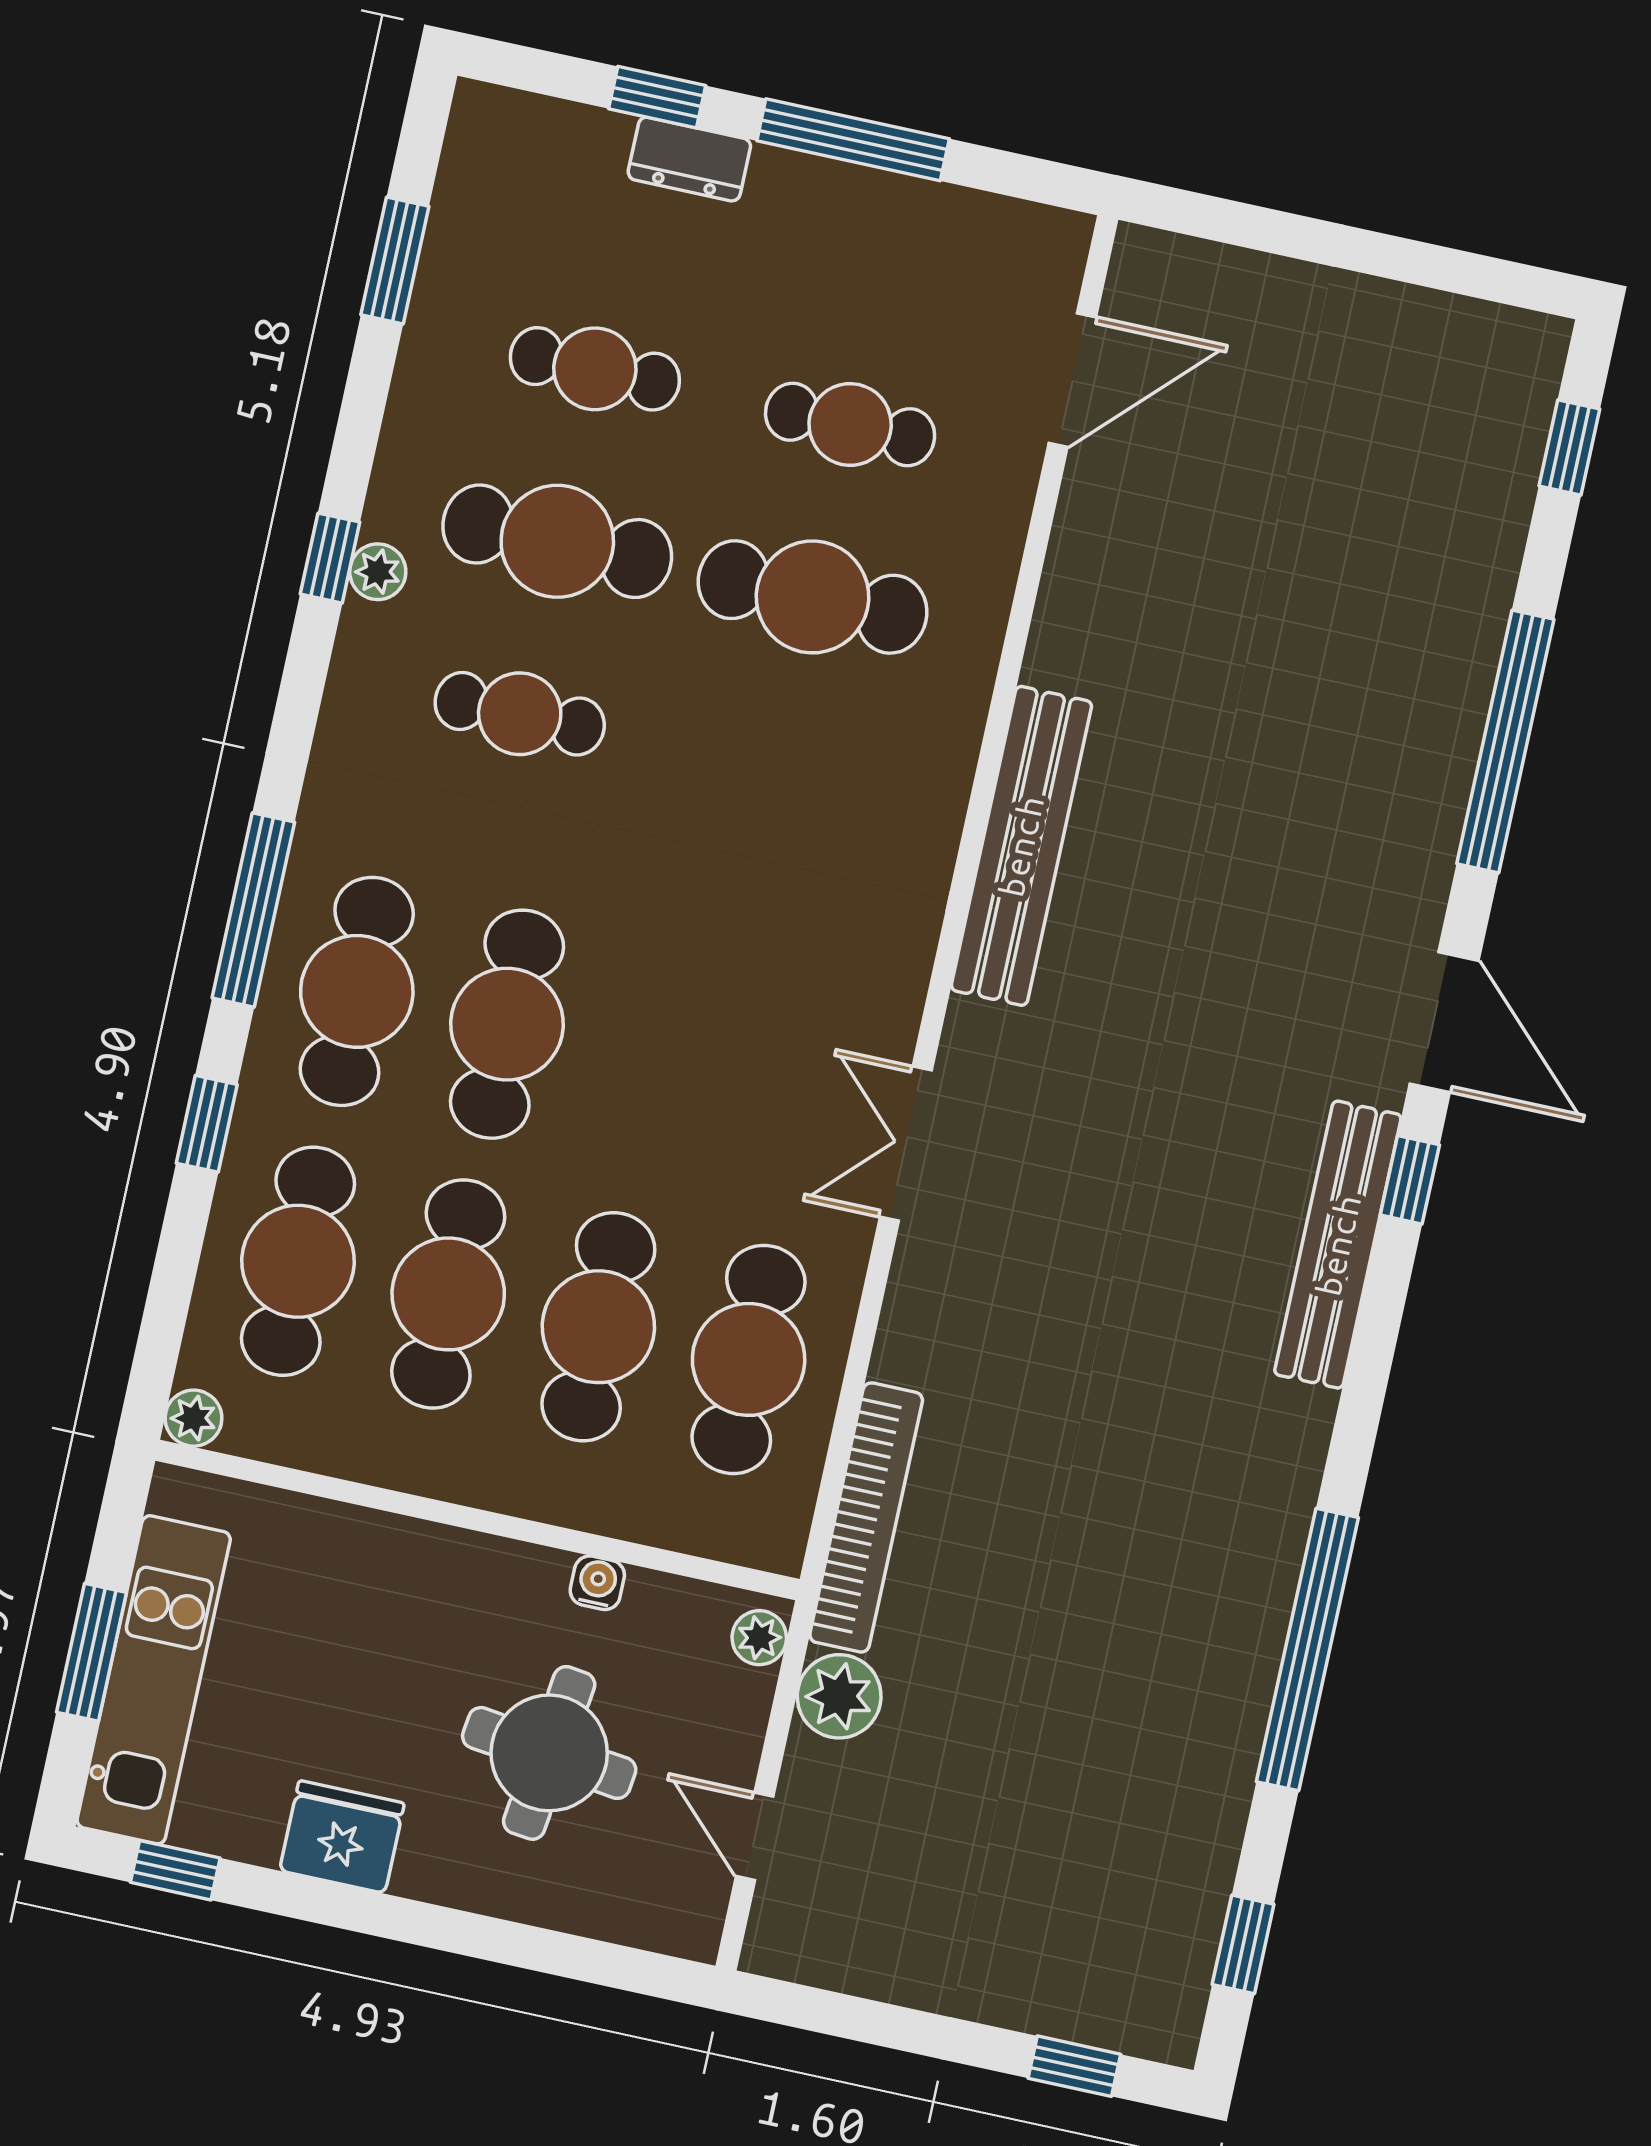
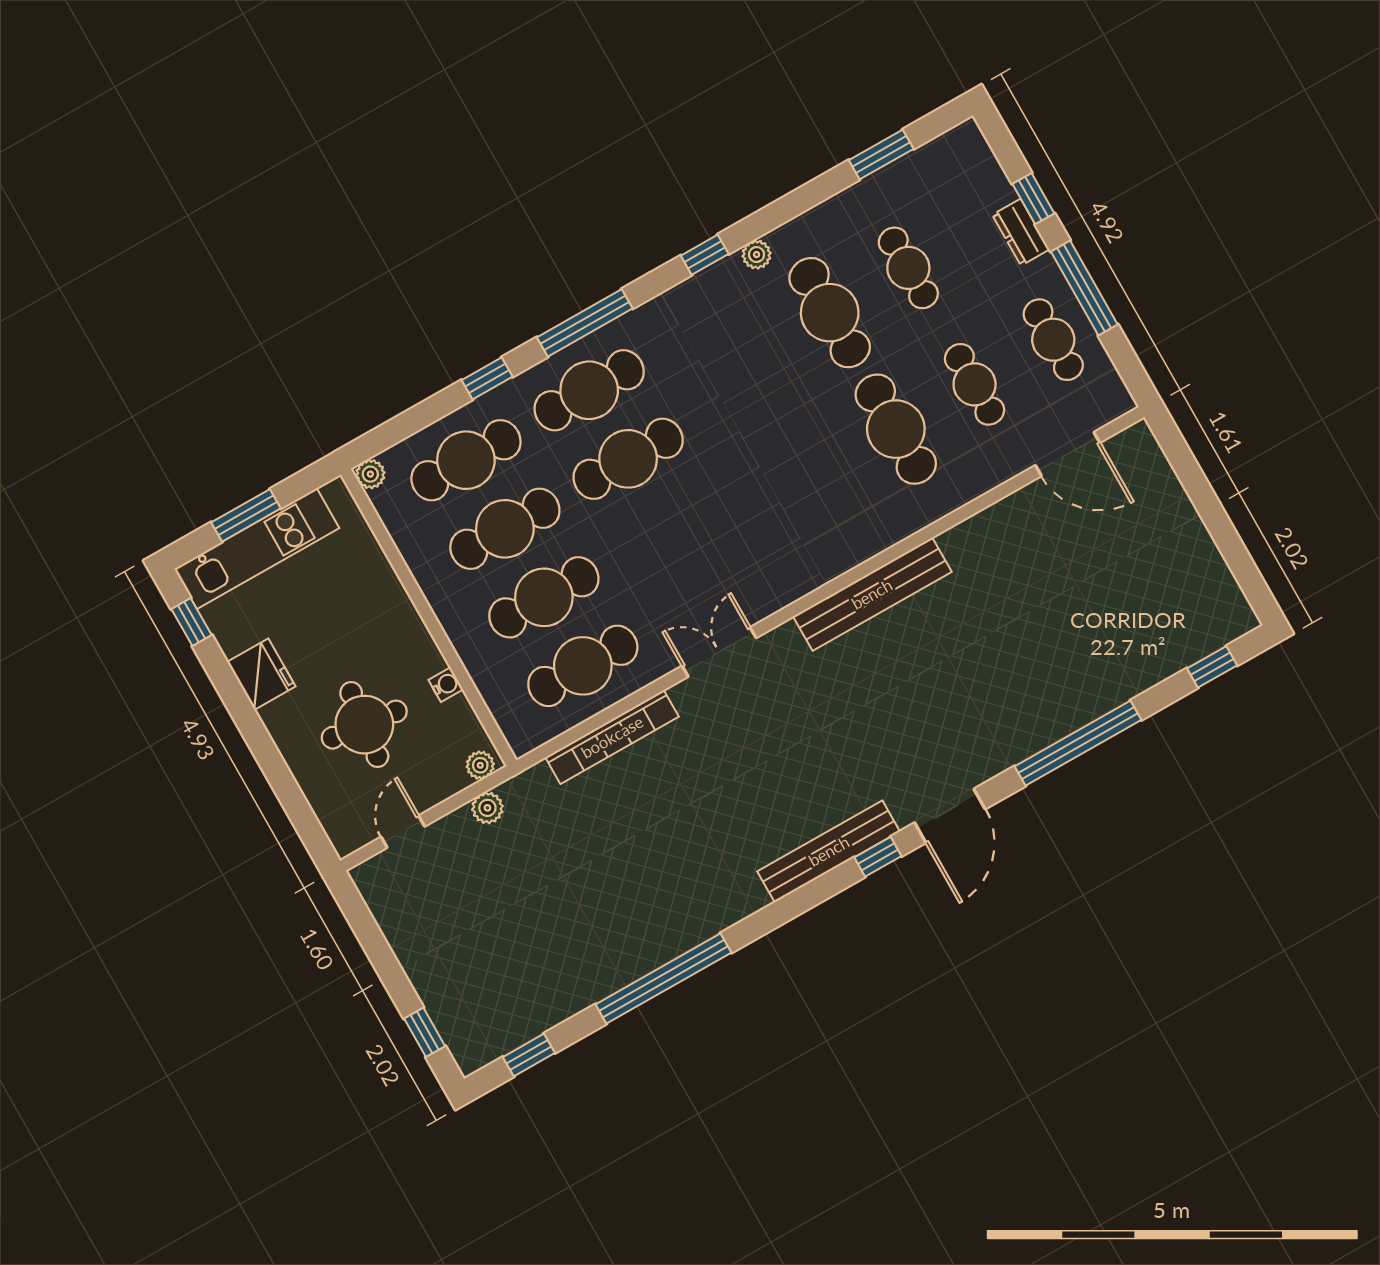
window: (330, 558) -> (705, 255), moved
cafe table: (520, 714) -> (1053, 340), moved
bookcase: (866, 1517) -> (612, 737), moved
plant: (839, 1696) -> (487, 808), width x0.73, depth x0.73

